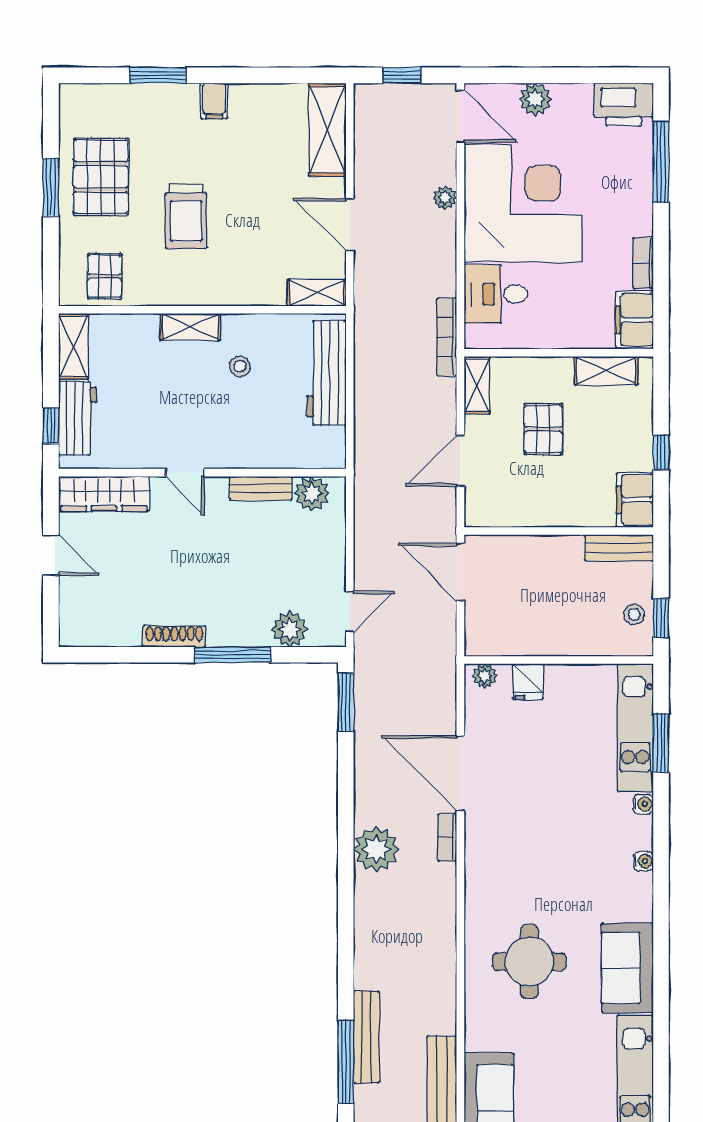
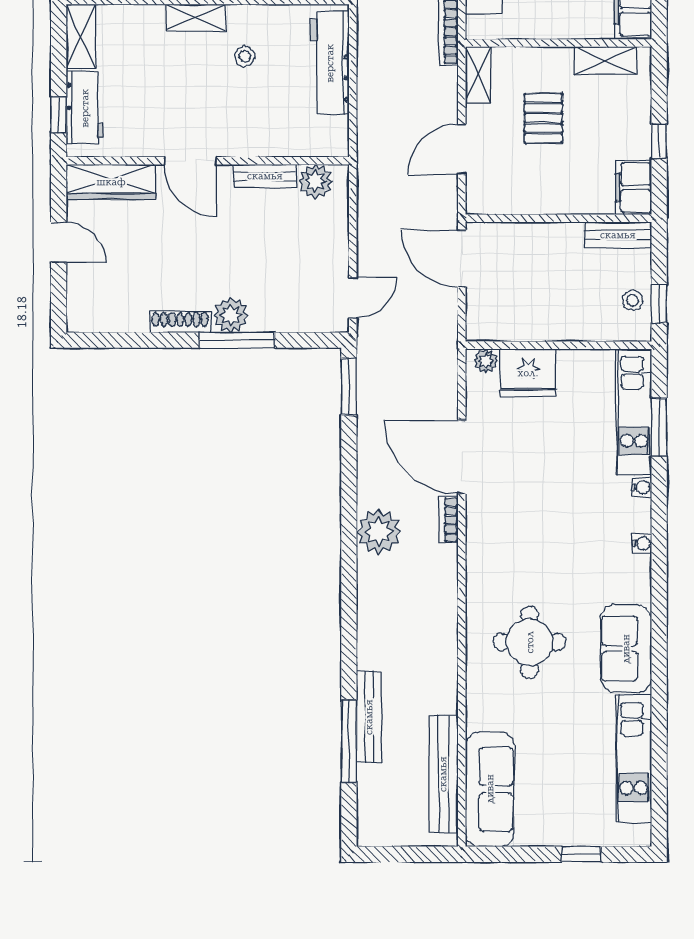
door: (185, 473) -> (190, 161), width x1.38
plant: (290, 629) -> (231, 315), moved
fridge: (528, 682) -> (528, 373), width x1.88, depth x1.34

